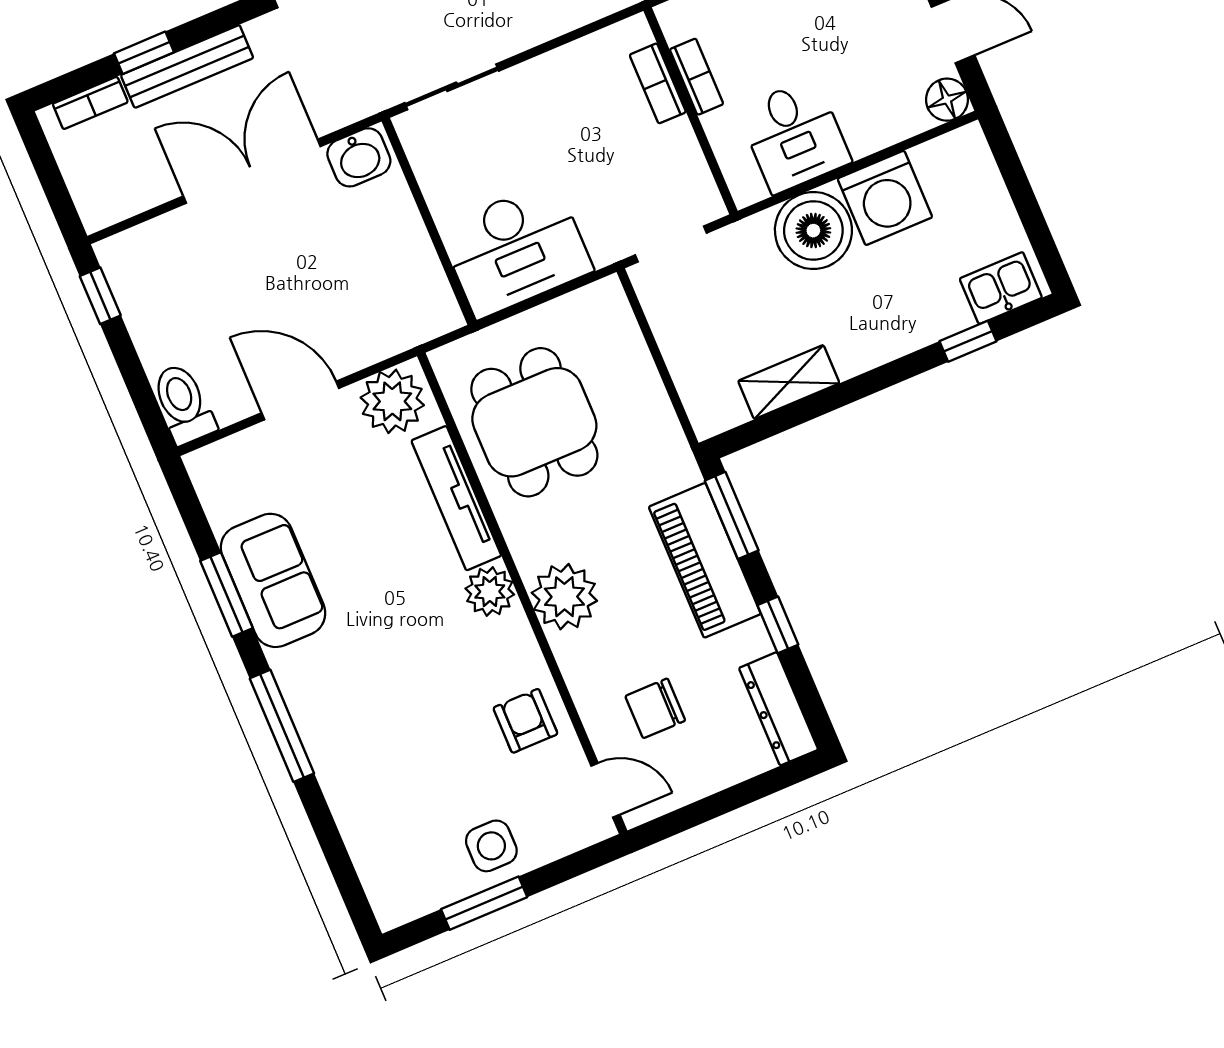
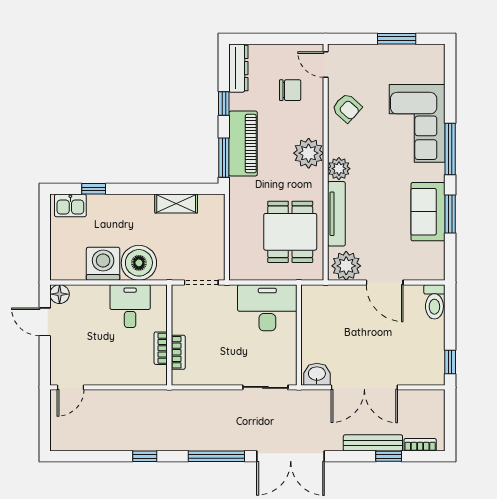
armchair: (525, 721) -> (347, 108), turned -48
corner sofa: (370, 750) -> (417, 123), added
side table: (491, 846) -> (383, 61), removed

